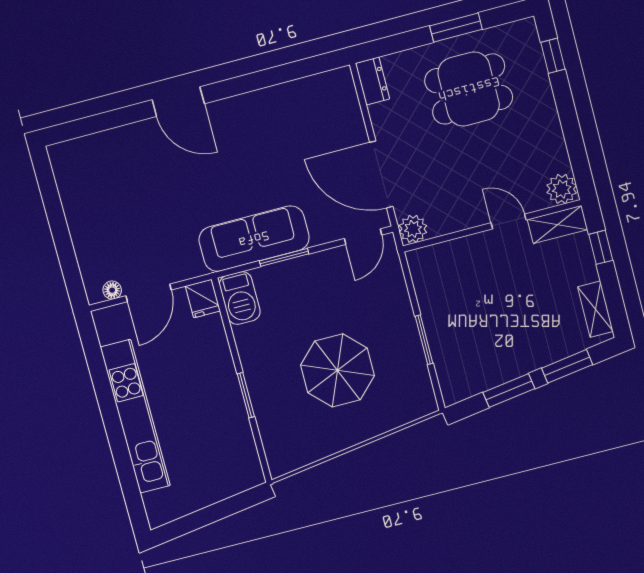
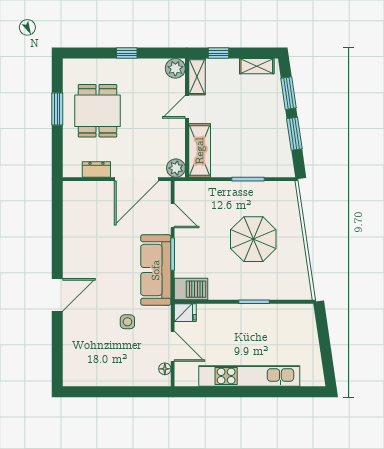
window: (553, 56) -> (127, 53), moved
dresser: (373, 81) -> (96, 170), moved
side table: (166, 217) -> (127, 322), added
door: (363, 237) -> (173, 216), moved
shelving: (448, 257) -> (200, 151), added

